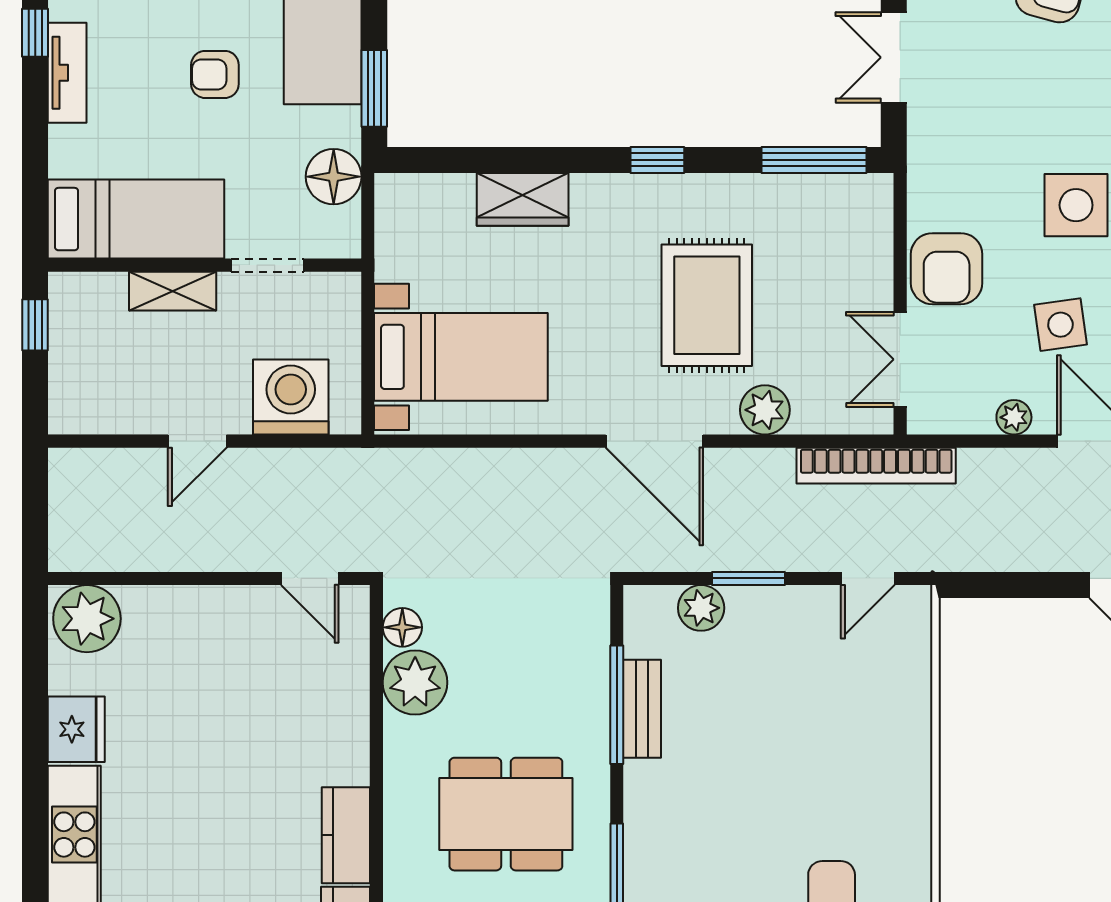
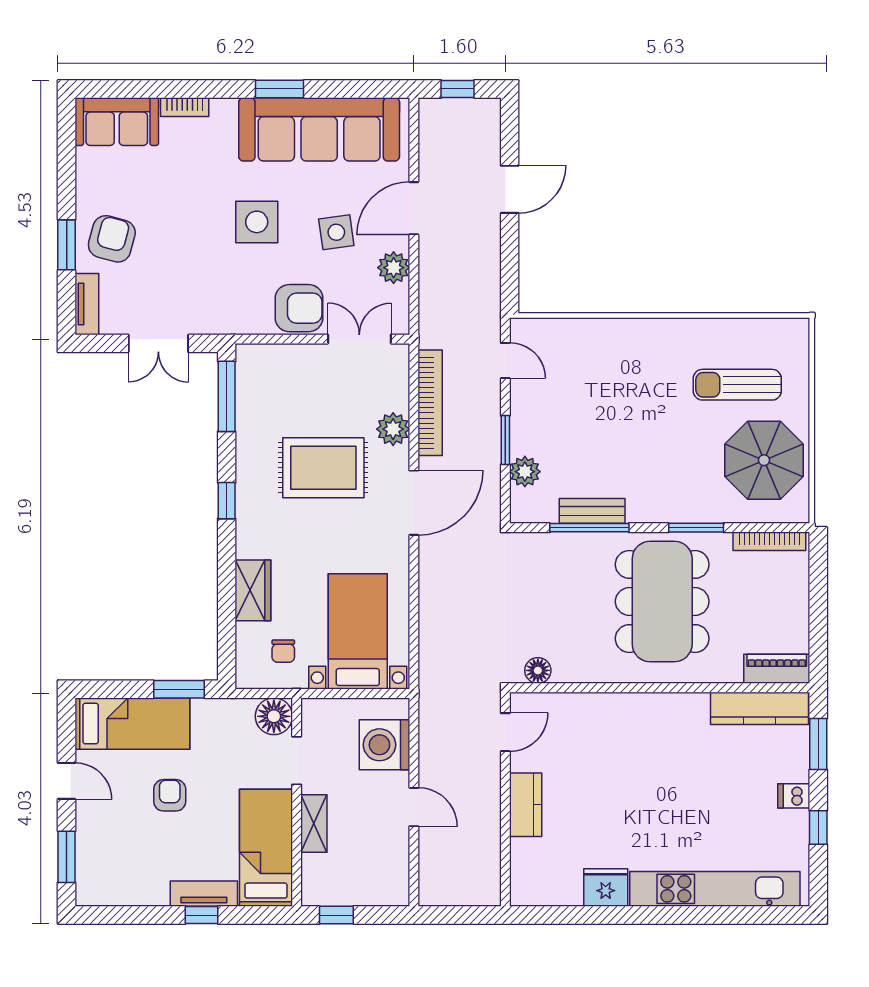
window: (35, 33) -> (202, 915), moved
tv unit: (67, 73) -> (204, 894), moved
armchair: (215, 74) -> (170, 795), turned 180
floor lamp: (334, 177) -> (274, 716), moved
chair: (431, 245) -> (283, 651), added
double door: (900, 359) -> (359, 339), swing flipped
plant: (1014, 417) -> (394, 268), width x1.38, depth x1.38
bookcase: (876, 466) -> (430, 403), moved
plant: (87, 619) -> (532, 880), removed
plant: (415, 682) -> (575, 662), removed
dining table: (506, 814) -> (662, 601), width x1.36, depth x1.24
kitchen counter: (346, 835) -> (526, 805), moved, turned -90

